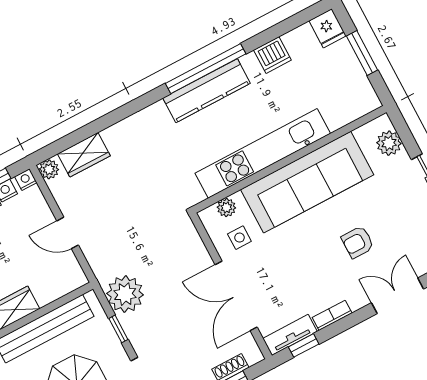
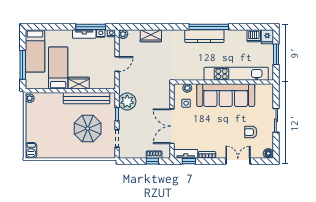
dishwasher: (272, 55) -> (254, 36), moved
plant: (389, 143) -> (268, 97), removed
kitchen unit: (263, 153) -> (236, 74), moved
wardrobe: (84, 155) -> (151, 36), moved
door: (68, 233) -> (117, 64), swing flipped
armchair: (358, 242) -> (251, 132), moved

